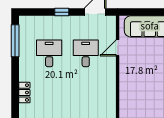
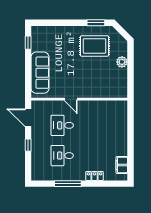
window: (15, 41) -> (68, 184), moved
door: (118, 48) -> (71, 99), moved

